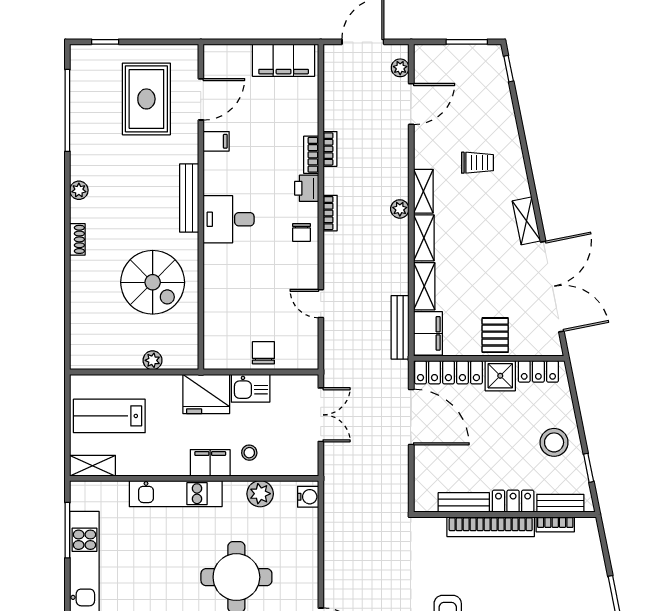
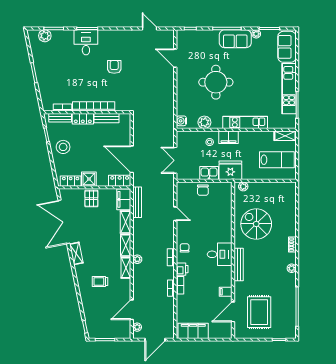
plant: (153, 360) -> (243, 186), moved
locker: (448, 372) -> (120, 181), width x0.66

